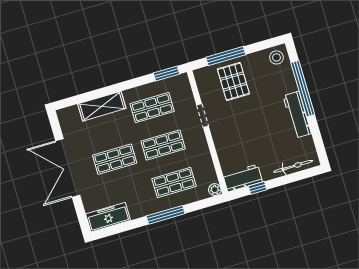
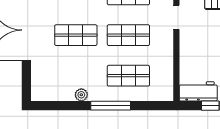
plant: (215, 190) -> (81, 95), moved
freezer: (108, 217) -> (52, 91), removed

